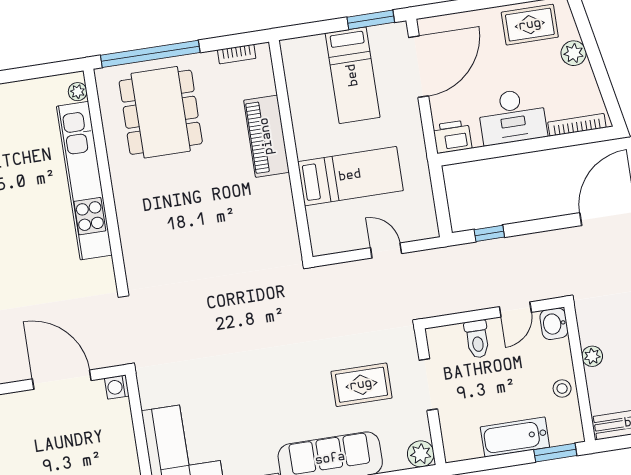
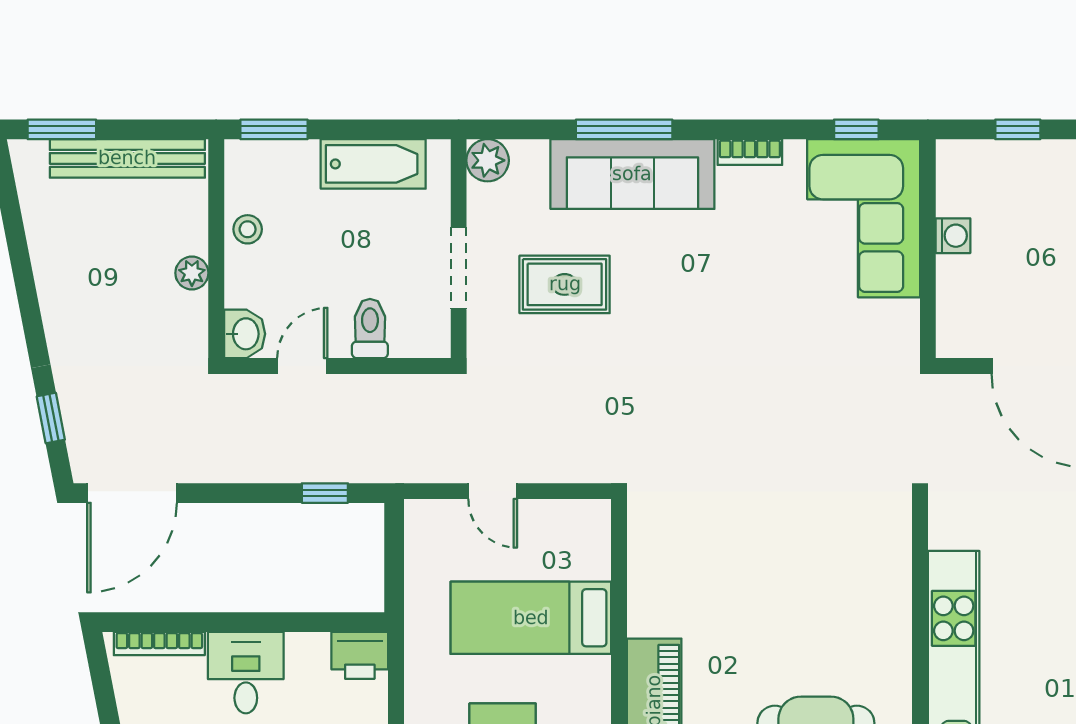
desk: (512, 116) -> (246, 673), width x0.73
washing machine: (117, 387) -> (953, 236), moved
bathtub: (515, 437) -> (373, 164), moved

